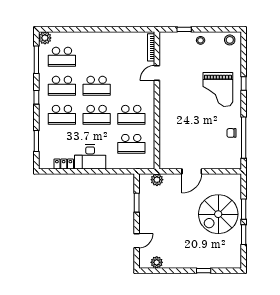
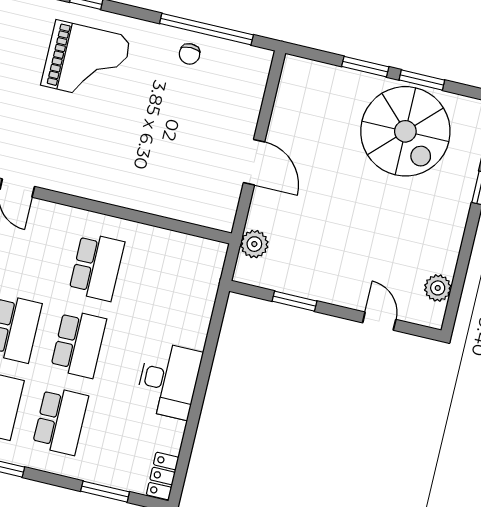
school desk: (131, 144) -> (161, 282), removed
locker: (64, 164) -> (163, 476), moved
spiral stairs: (218, 214) -> (405, 131), moved

